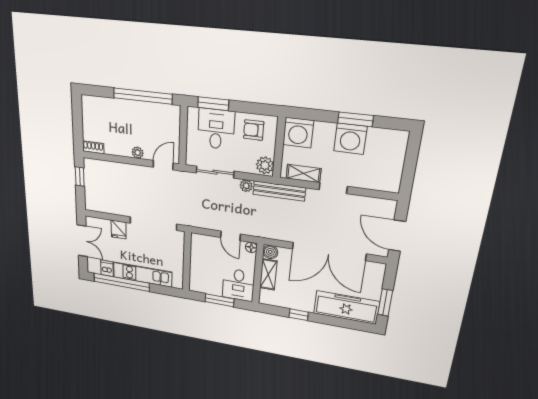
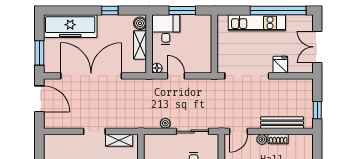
shoe rack: (93, 147) -> (278, 139), moved
plant: (265, 165) -> (151, 143), removed
bench: (279, 191) -> (282, 123), moved
boiler: (270, 252) -> (140, 23), moved
dishwasher: (107, 268) -> (293, 23), removed
window: (385, 303) -> (39, 53), moved

